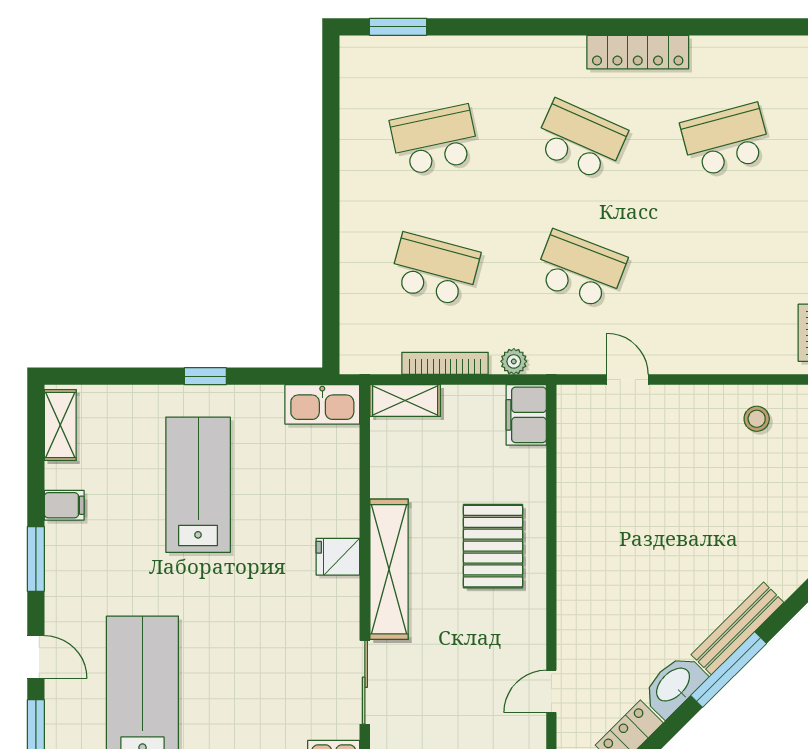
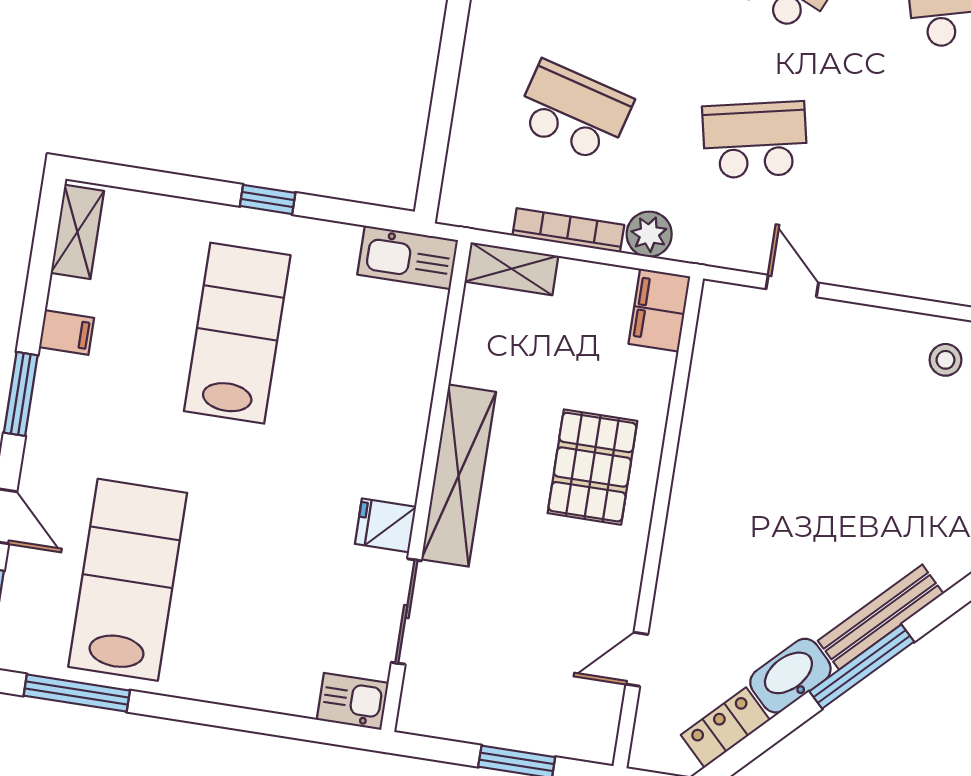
school desk: (580, 270) -> (755, 140), turned -33
plant: (514, 361) -> (649, 234), width x1.38, depth x1.38
fridge: (338, 557) -> (386, 525), moved

